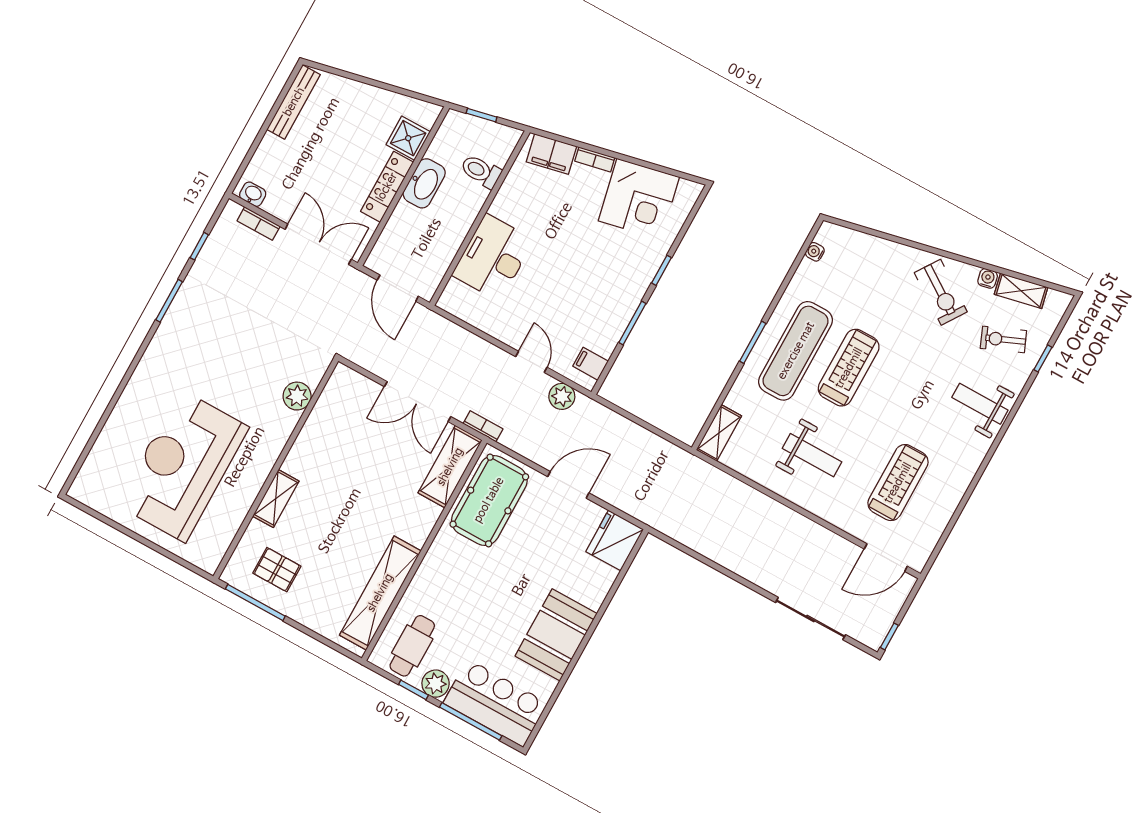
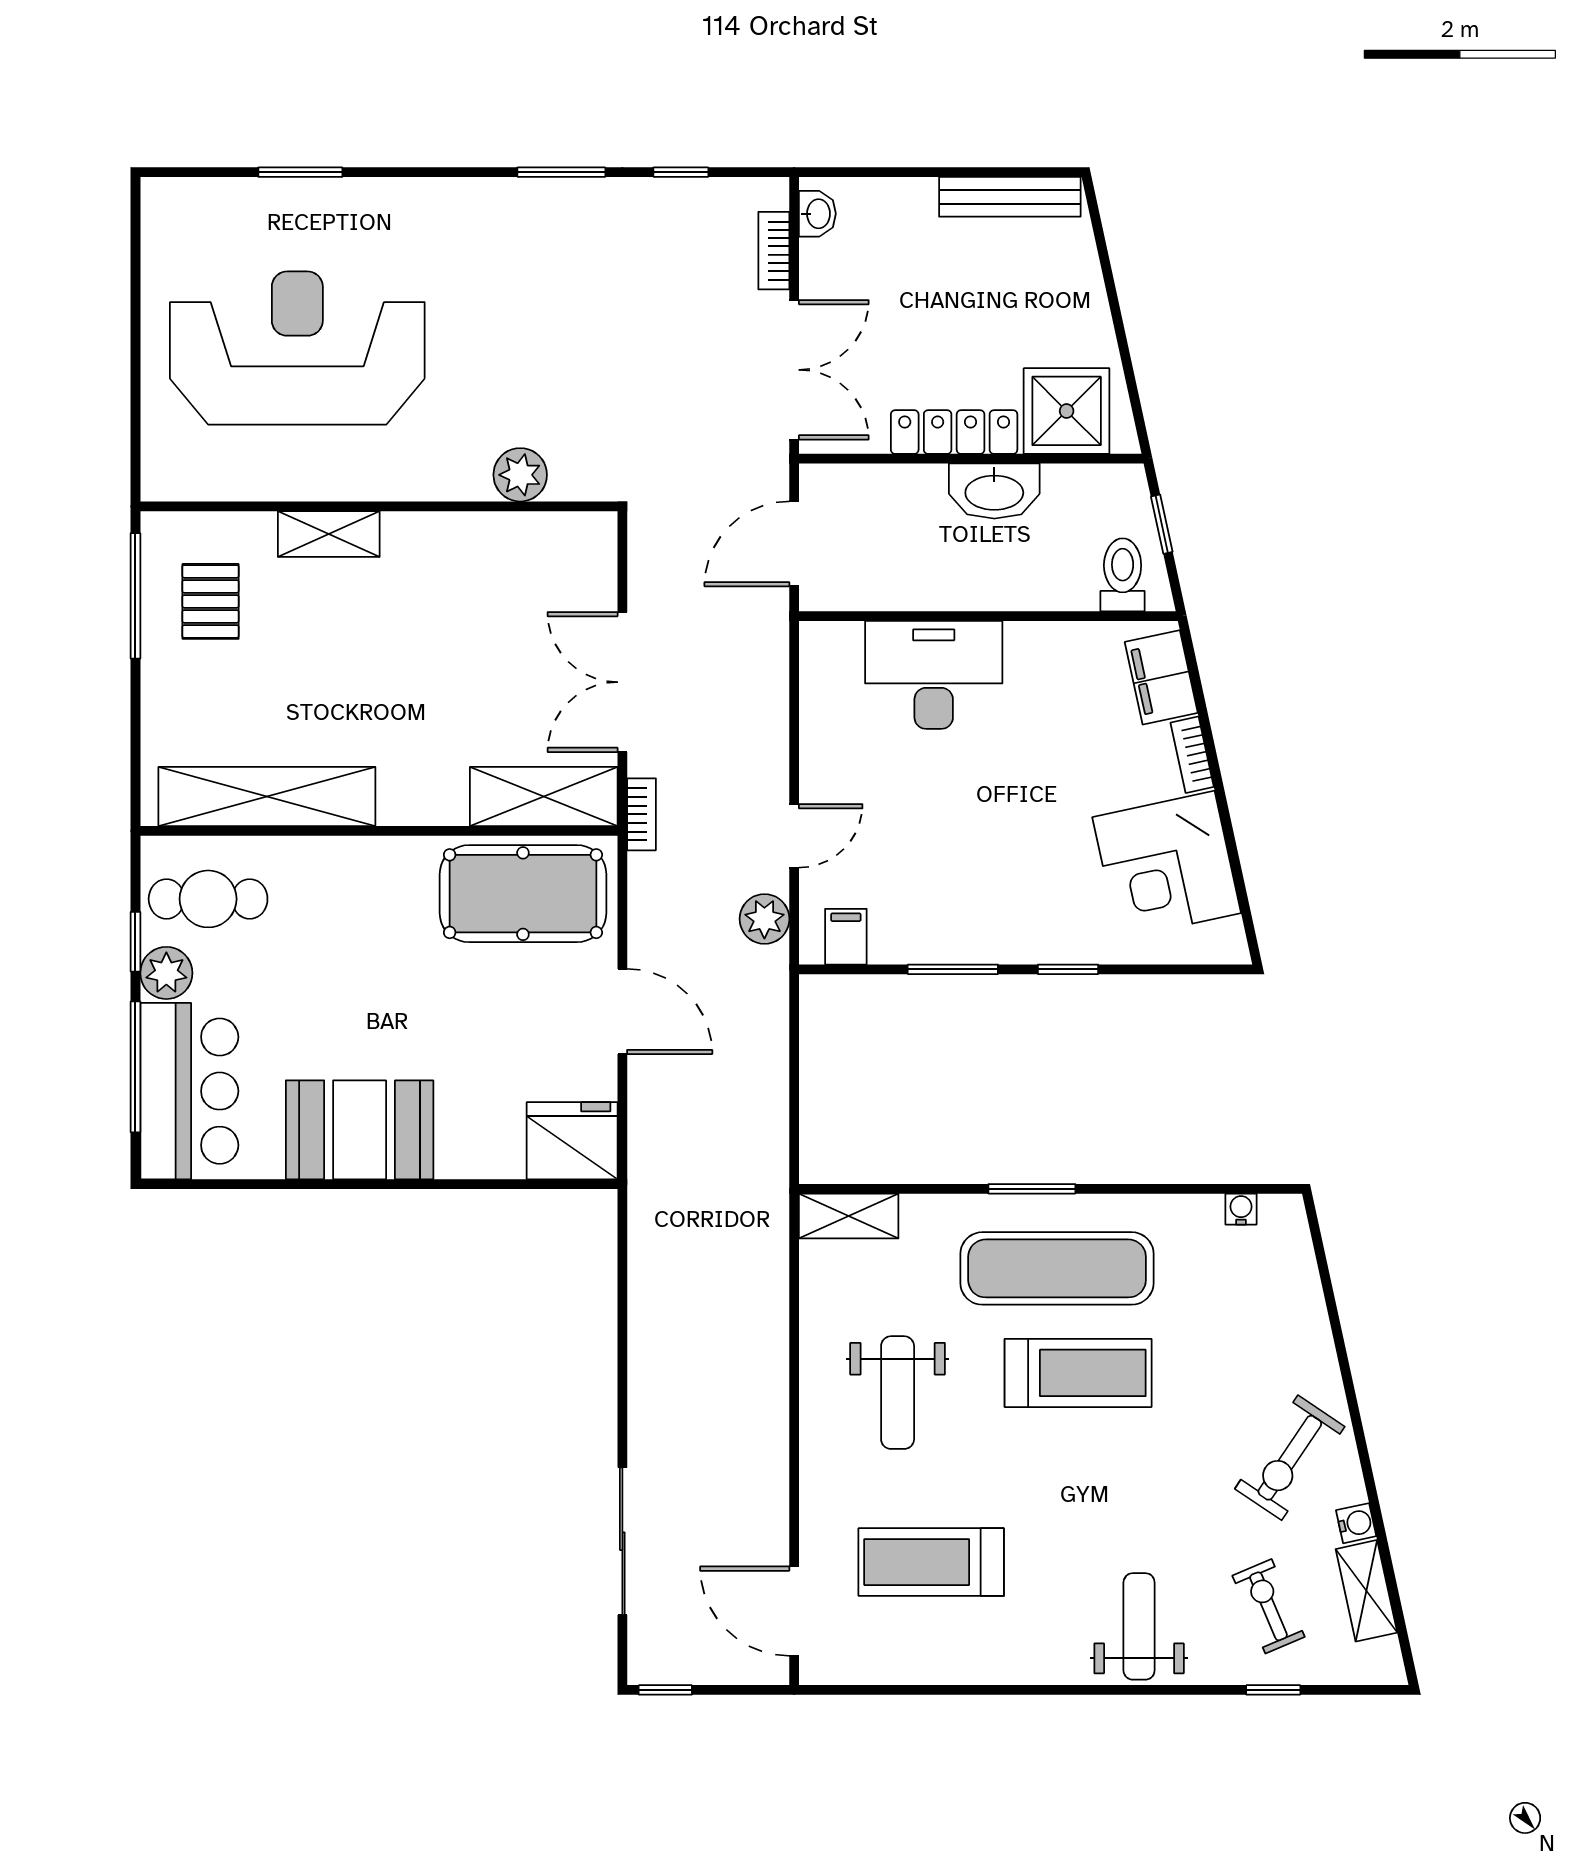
shower: (408, 138) -> (1067, 411), width x1.36, depth x1.36
toilet: (481, 171) -> (1123, 575), moved
window: (103, 420) -> (300, 172), added
treadmill: (898, 483) -> (931, 1562), turned 180

